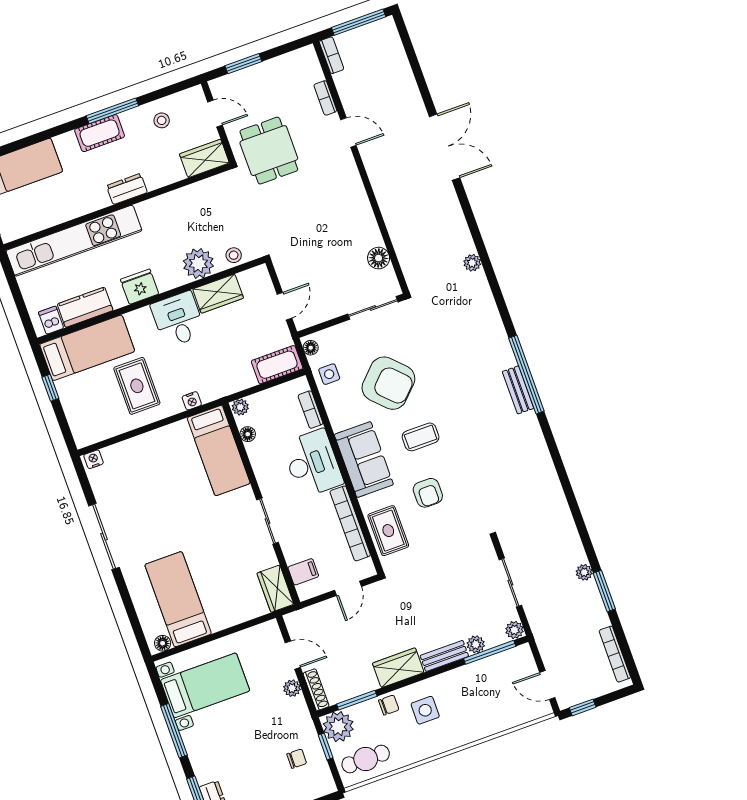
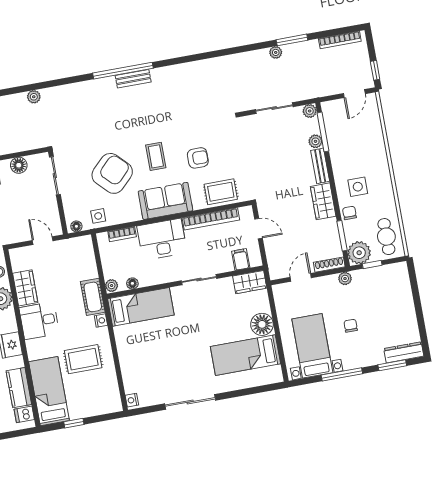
cot: (277, 365) -> (93, 297), moved
floor lamp: (163, 643) -> (262, 324), moved, width x1.89, depth x1.89
plant: (292, 688) -> (345, 279), moved
chair: (297, 759) -> (351, 326), moved

